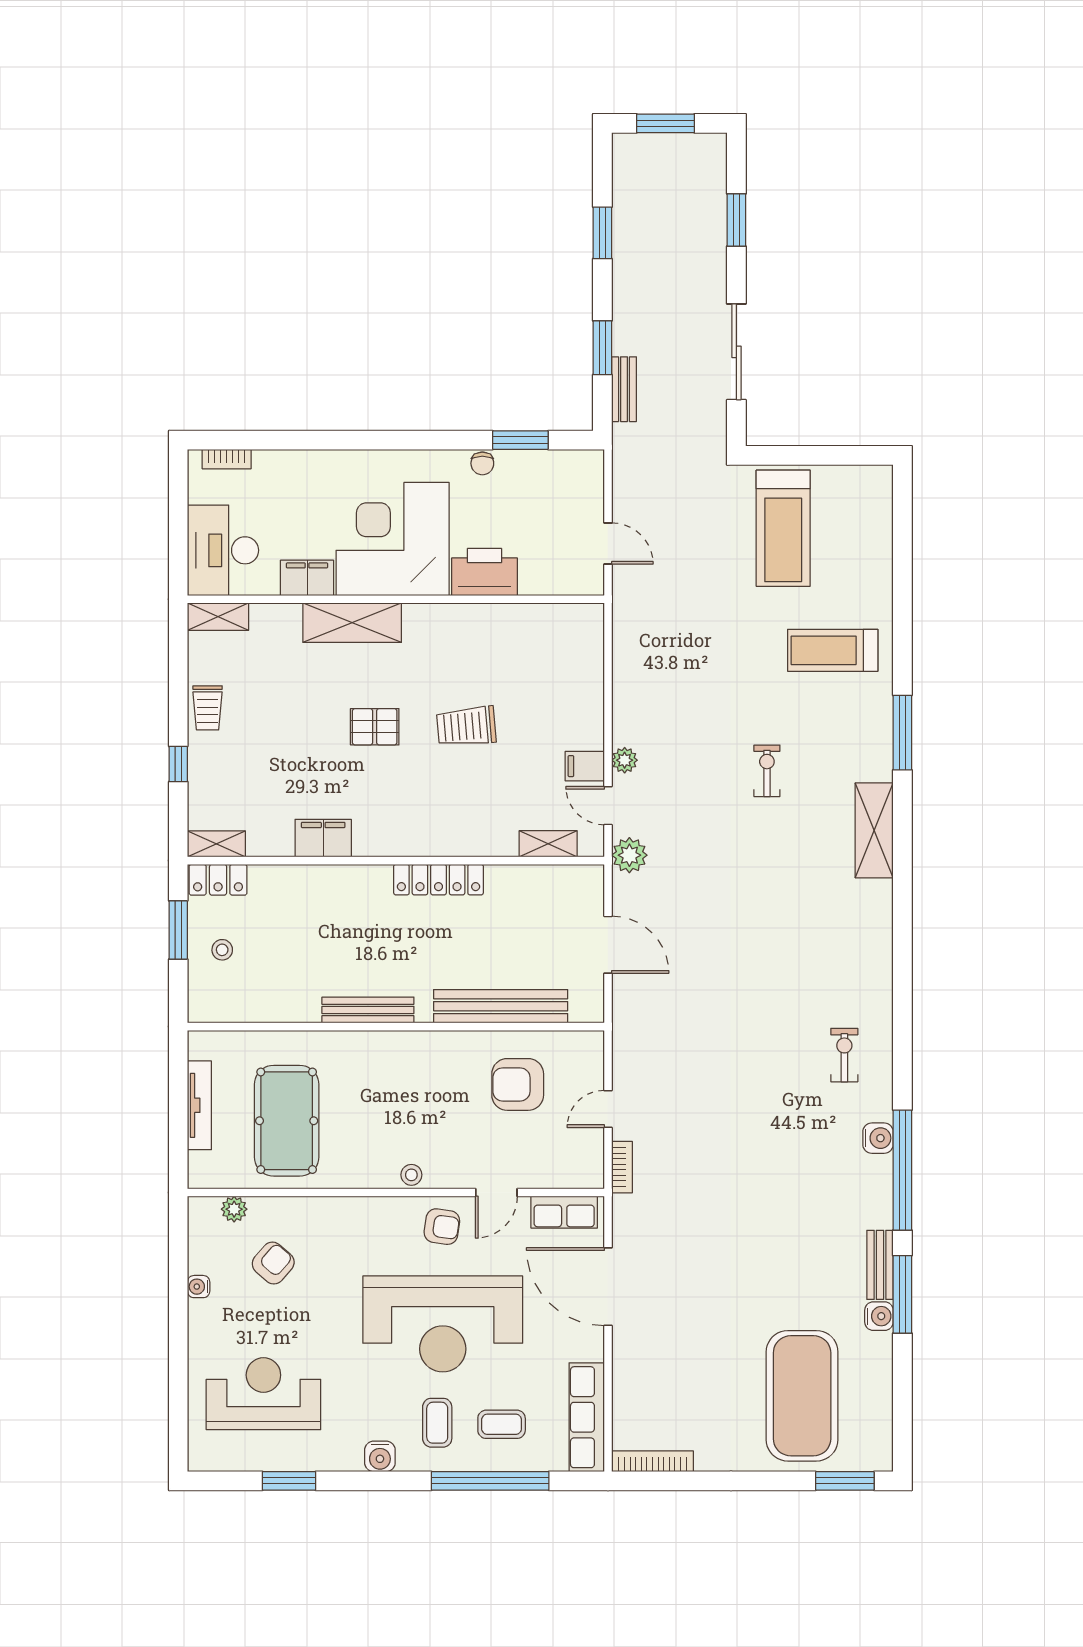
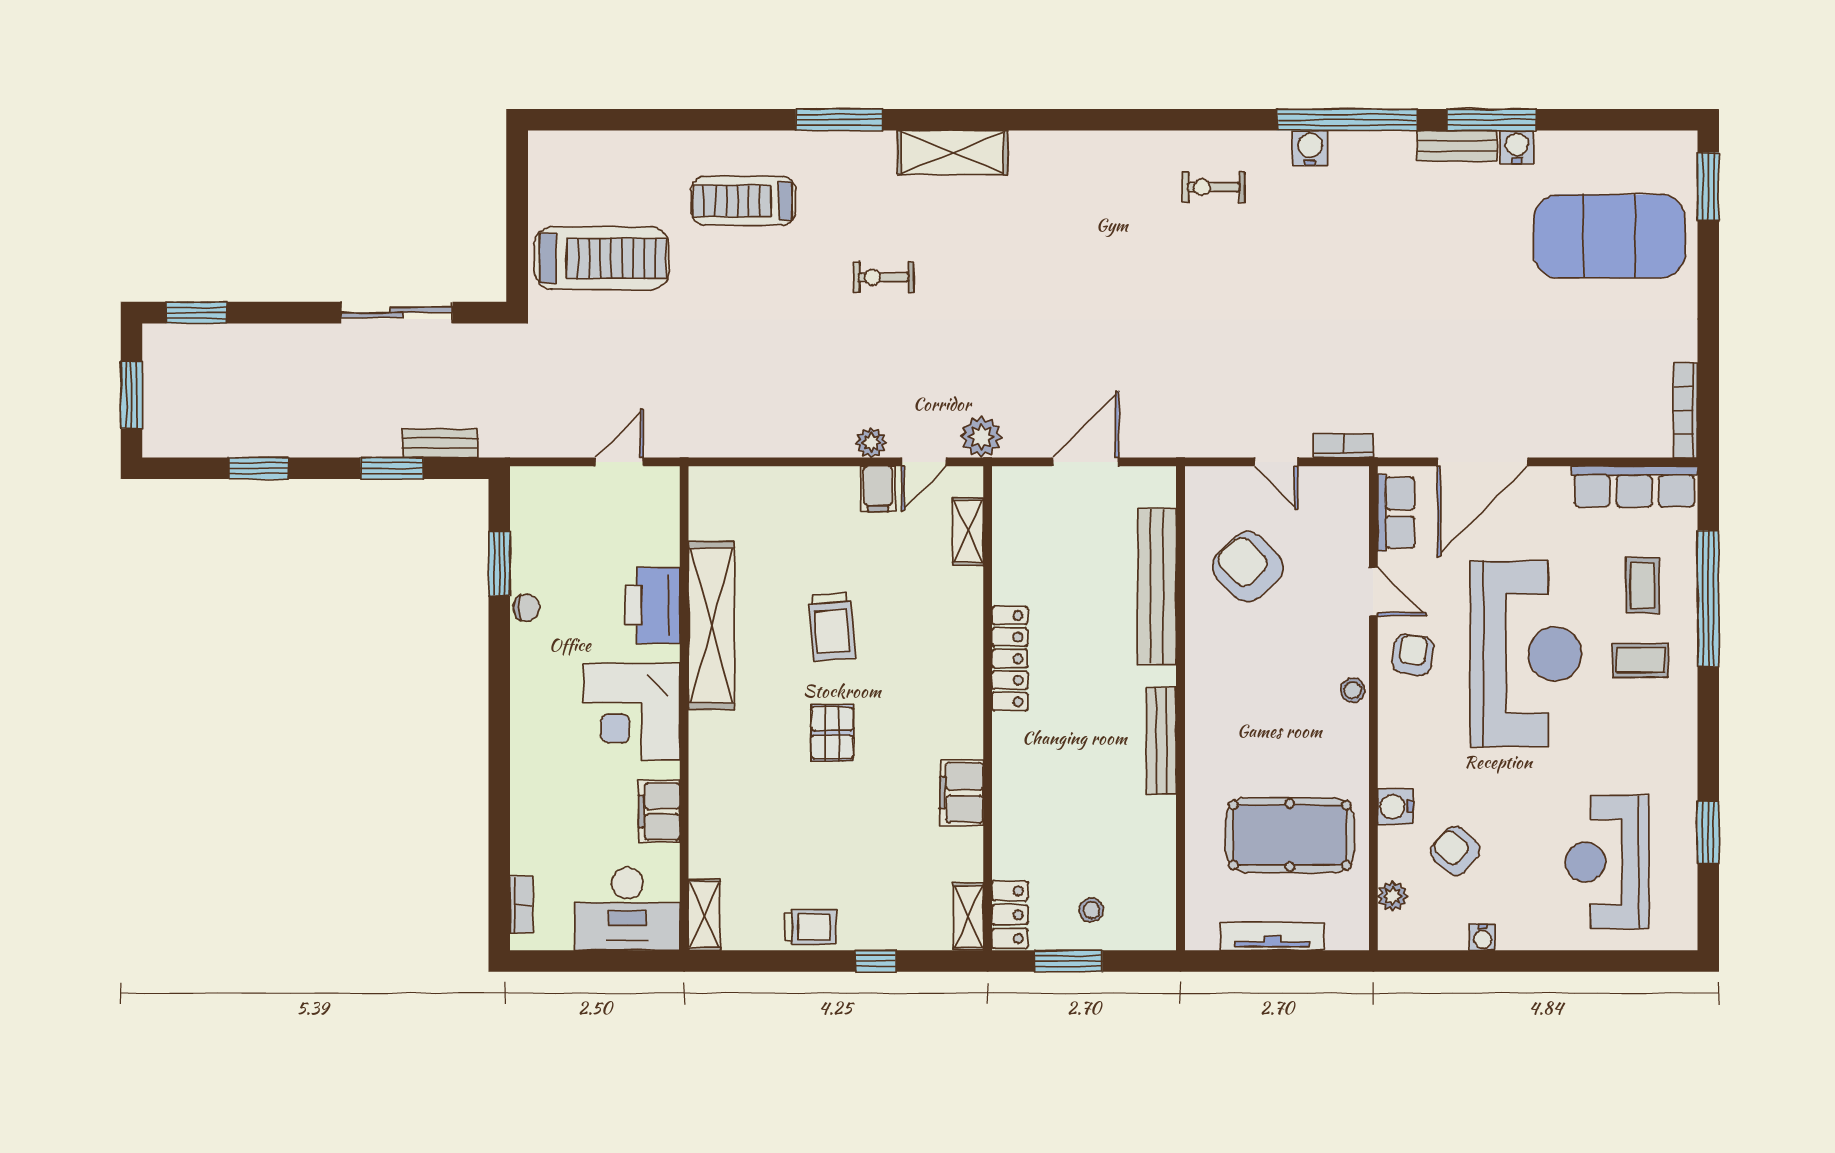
window: (736, 220) -> (197, 313), moved
corner desk: (393, 539) -> (632, 712), width x0.74, depth x0.74
shelving: (352, 623) -> (711, 625), moved, width x1.47
treadmill: (833, 650) -> (743, 201), turned 90
armchair: (518, 1084) -> (1248, 567), turned 136
water cooler: (380, 1456) -> (1395, 807), moved, turned 180

